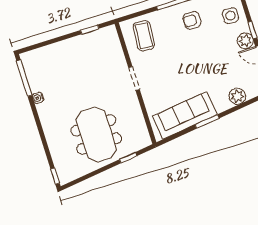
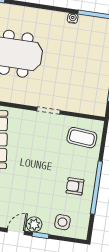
armchair: (192, 20) -> (75, 186), turned -90

